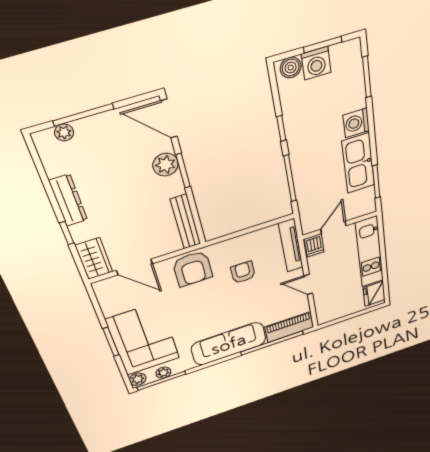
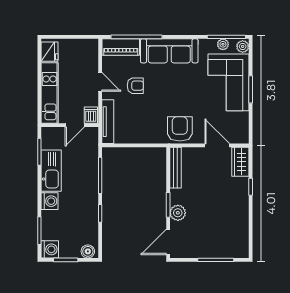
washing machine: (316, 63) -> (50, 249), moved, turned 90
door: (169, 119) -> (168, 242), swing flipped
plant: (64, 132) -> (230, 253), removed
dresser: (68, 200) -> (242, 209), removed
armchair: (243, 272) -> (135, 86), moved, turned -90

